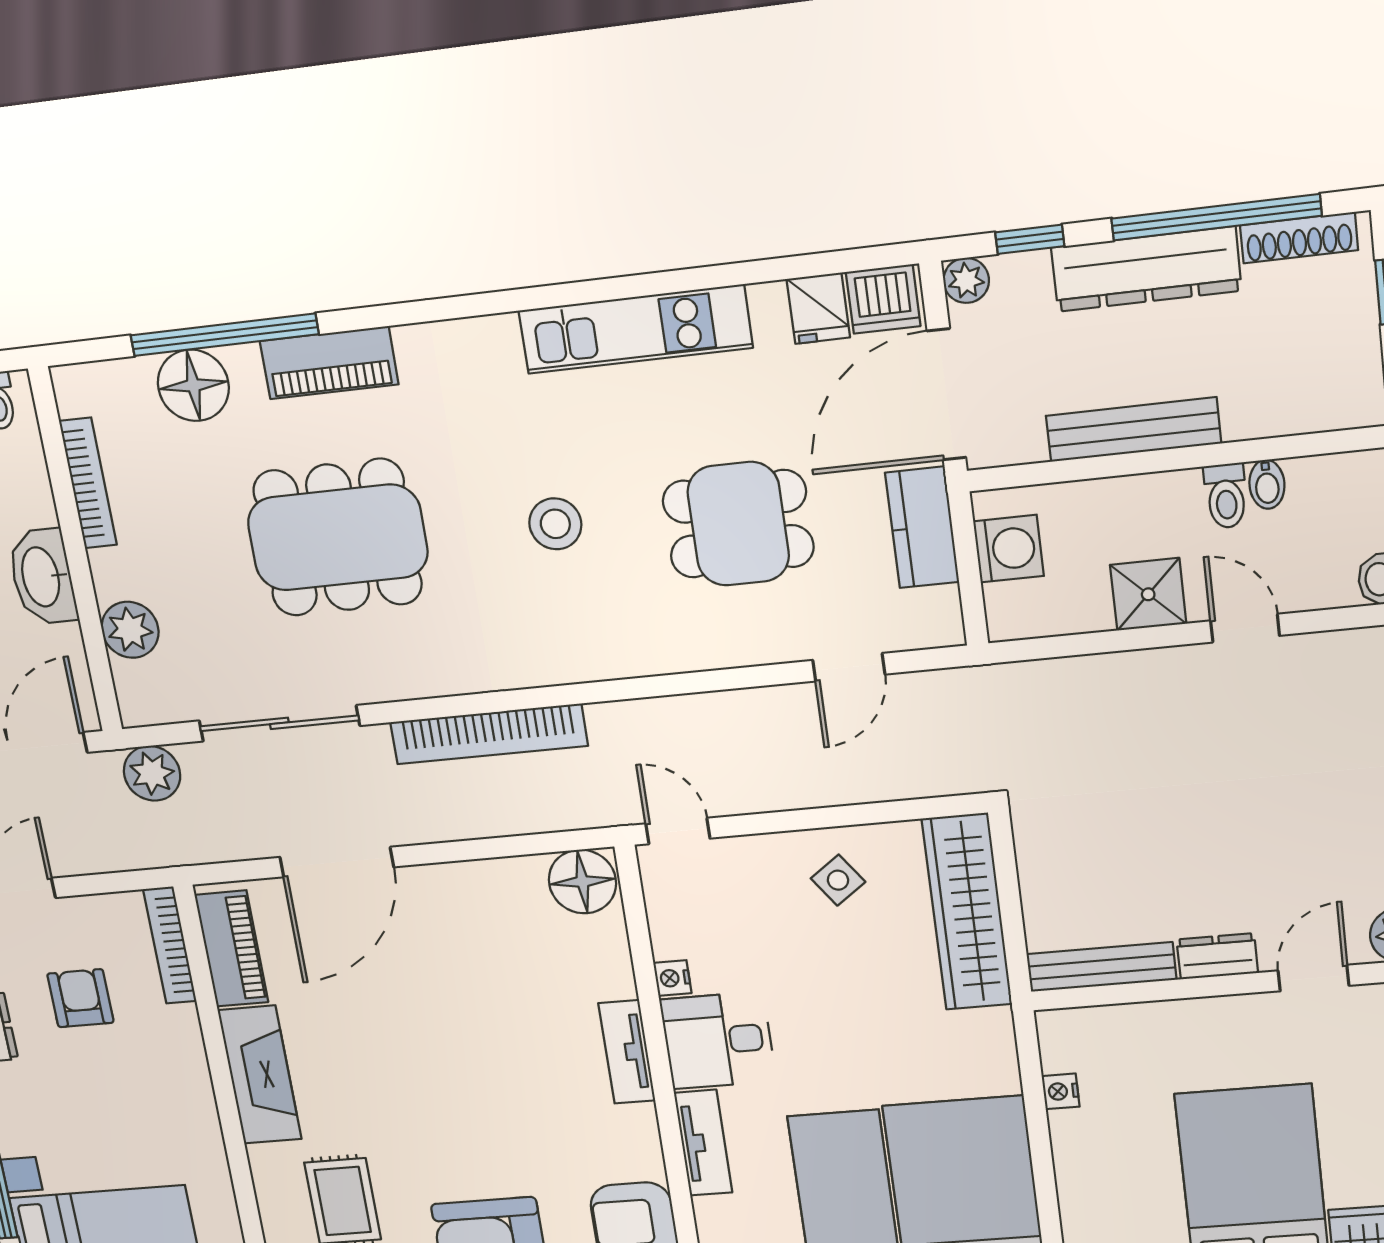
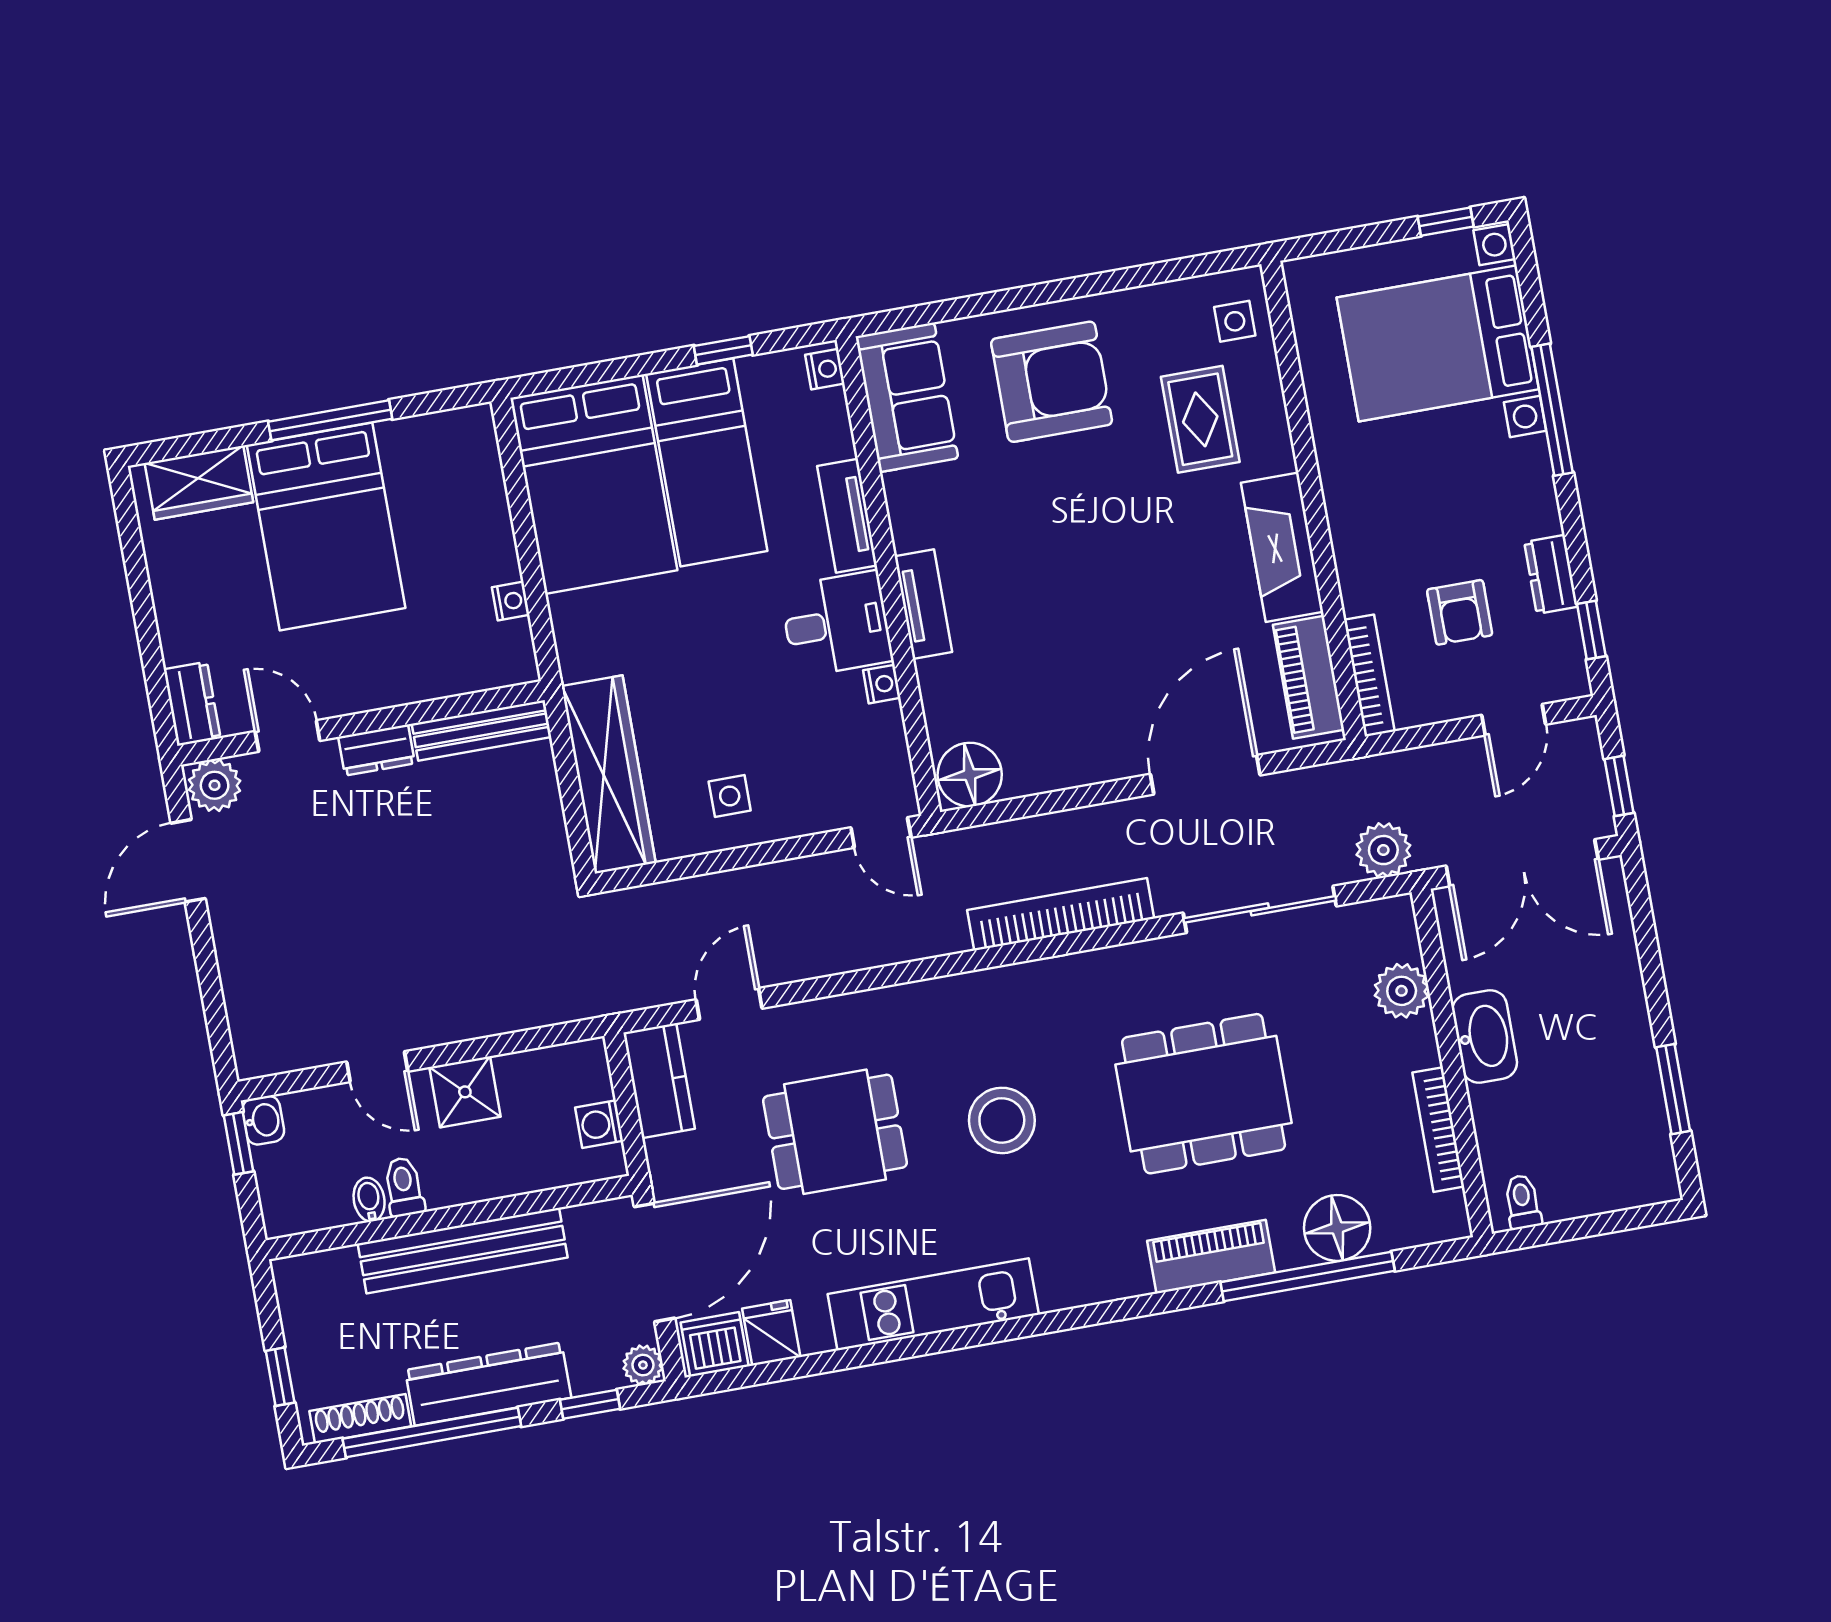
bench: (1133, 430) -> (463, 1251), width x1.37, depth x1.21
stool: (555, 524) -> (1002, 1120), width x1.38, depth x1.38
kitchen counter: (922, 527) -> (659, 1081), moved
washing machine: (1008, 549) -> (599, 1124), width x0.73, depth x0.73
side table: (838, 880) -> (730, 796), turned 36
door: (1313, 978) -> (288, 736), swing flipped

